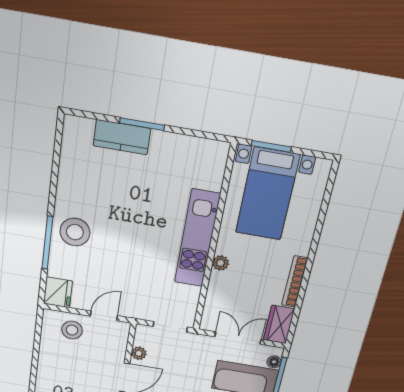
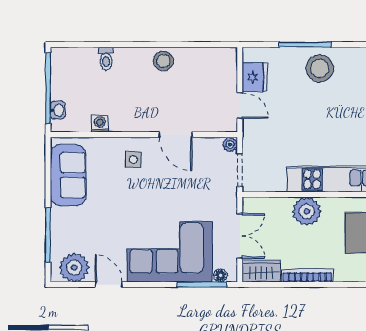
plant: (221, 263) -> (307, 211), width x1.88, depth x1.88
fridge: (58, 292) -> (255, 77), moved, turned -90
stool: (72, 330) -> (163, 61), moved
plant: (139, 353) -> (230, 144), moved

